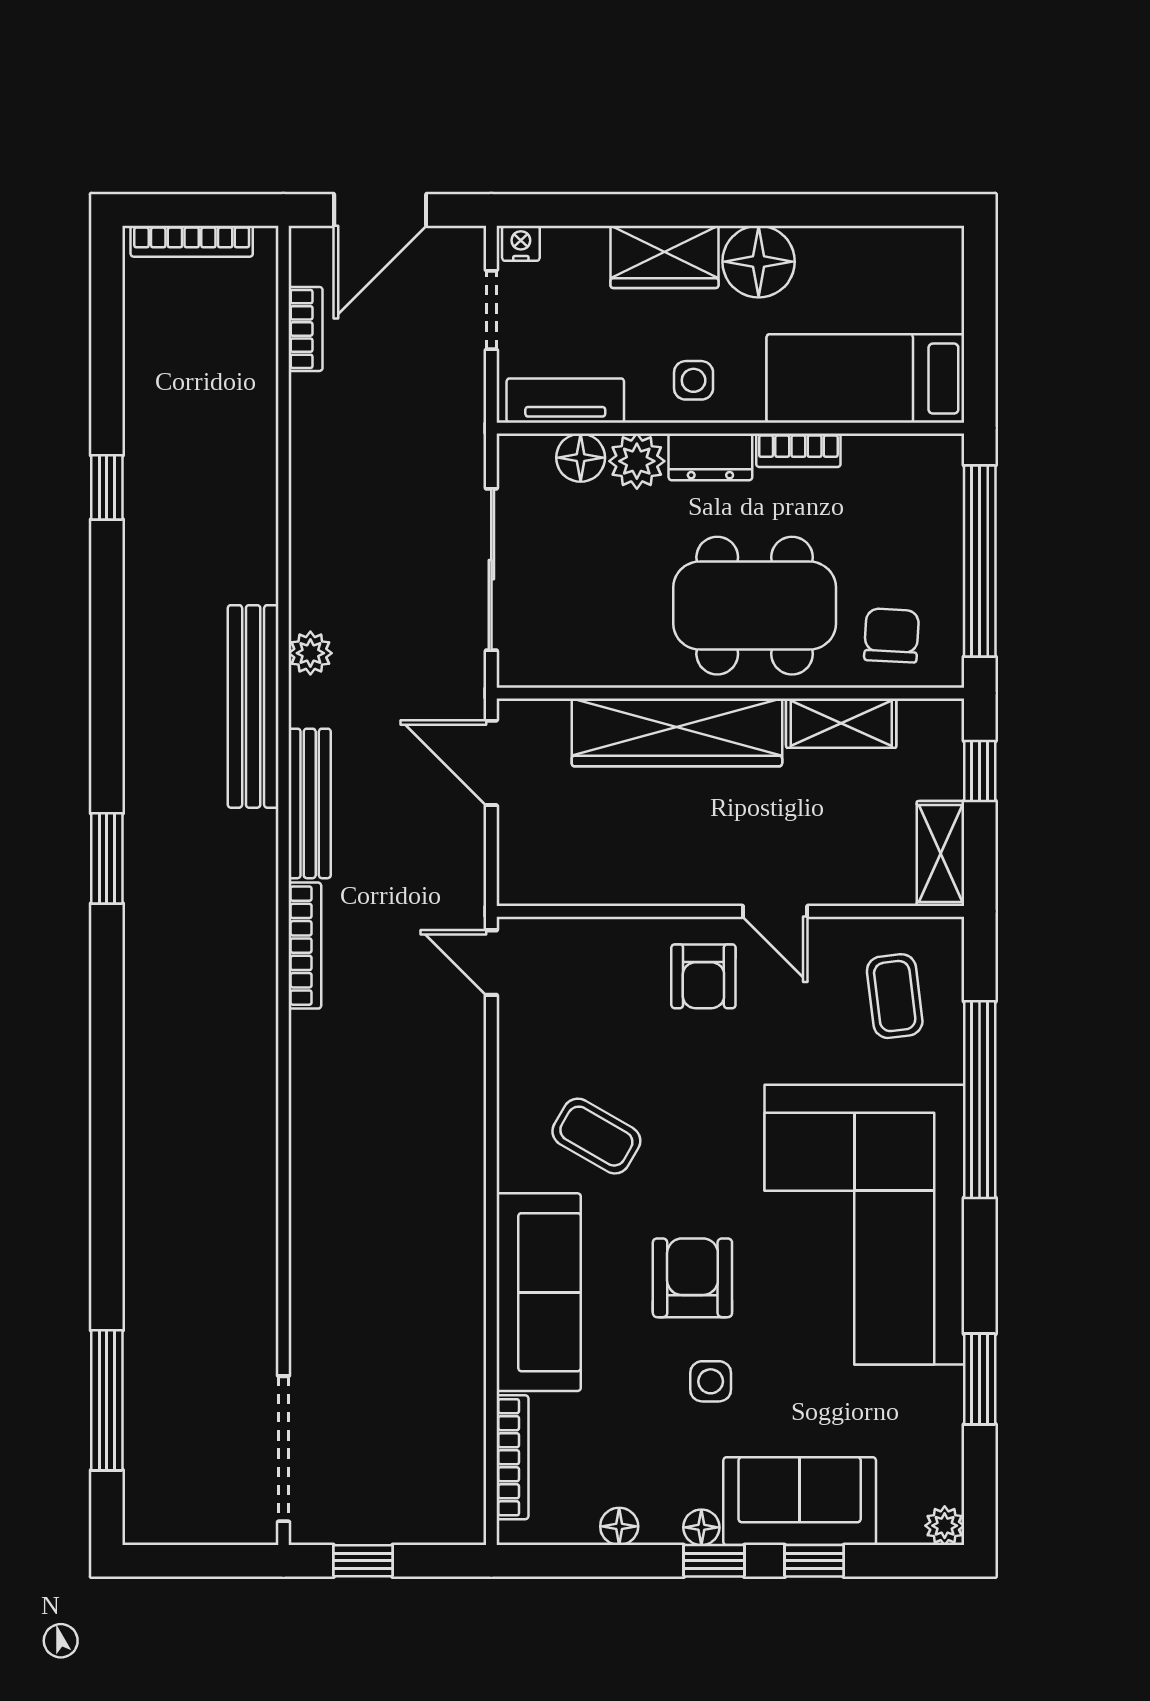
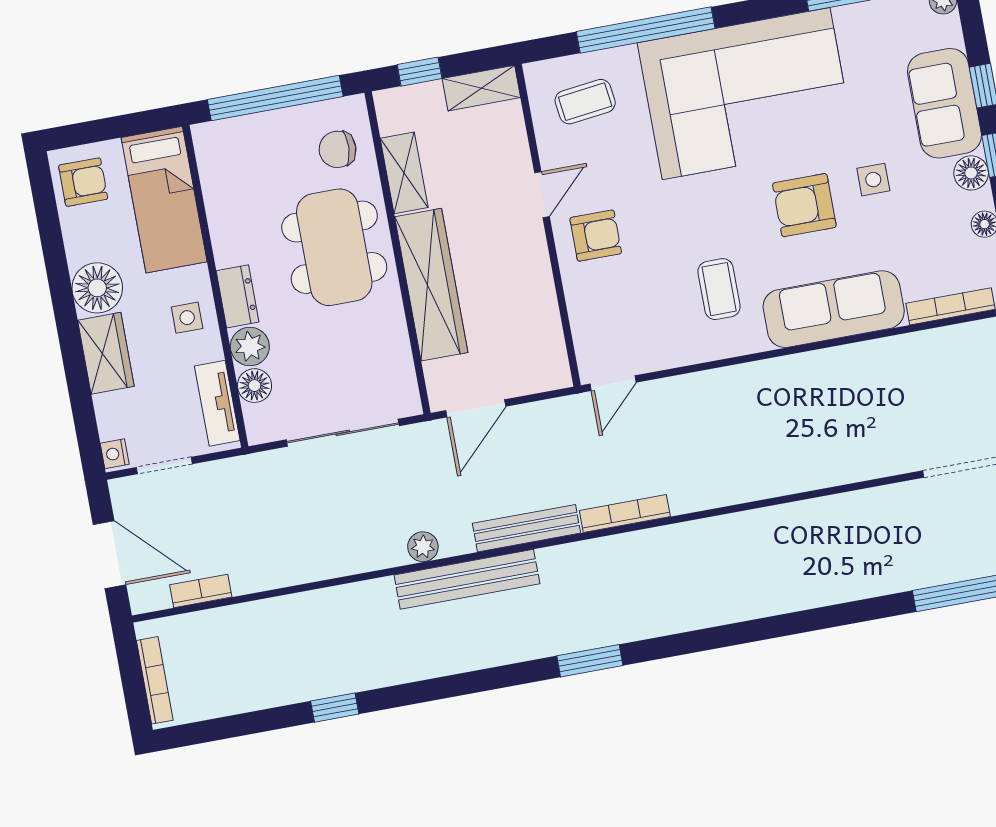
armchair: (911, 269) -> (83, 182), added
bookcase: (798, 450) -> (222, 237), removed
coffee table: (596, 1136) -> (719, 289), turned -30
floor lamp: (701, 1527) -> (971, 173), width x1.37, depth x1.37

